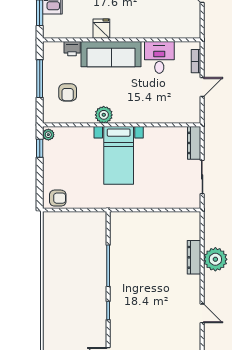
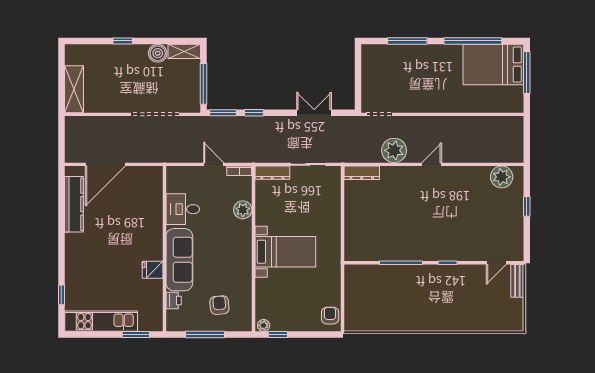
bookcase: (196, 61) -> (239, 171), moved
armchair: (68, 92) -> (219, 305), turned -95
plant: (104, 115) -> (243, 210), moved
dresser: (194, 257) -> (362, 173), moved
door: (202, 313) -> (432, 164), moved

